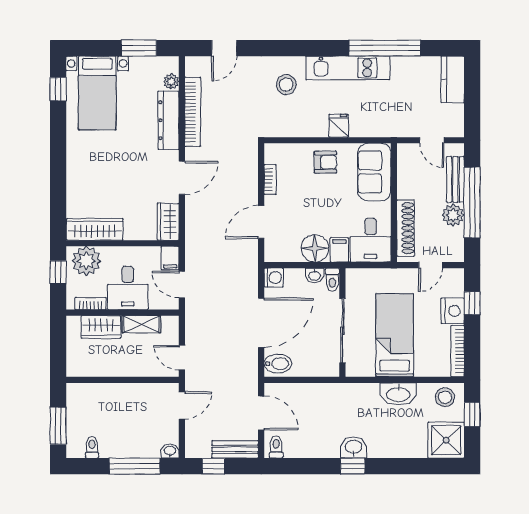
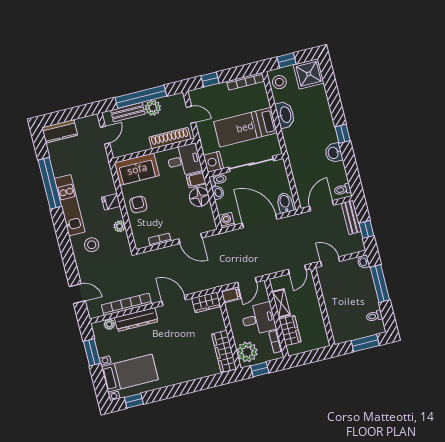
plant: (302, 129) -> (120, 226), added
nightstand: (453, 311) -> (213, 162), moved, turned -90
washbasin: (354, 447) -> (334, 153), moved

